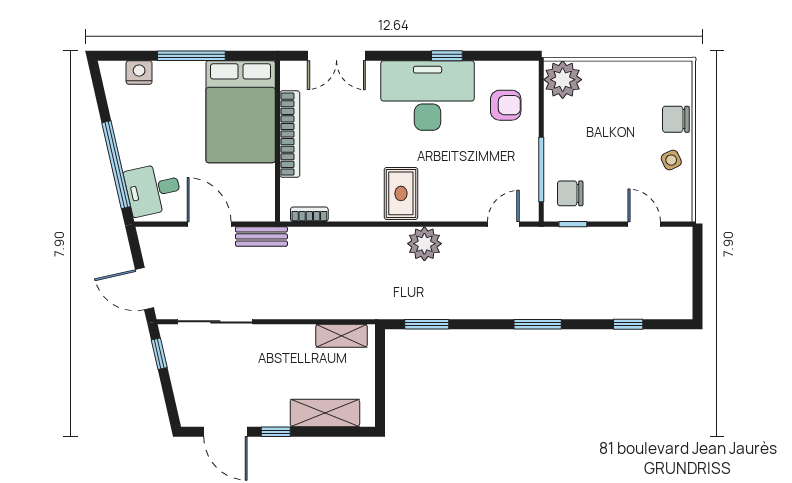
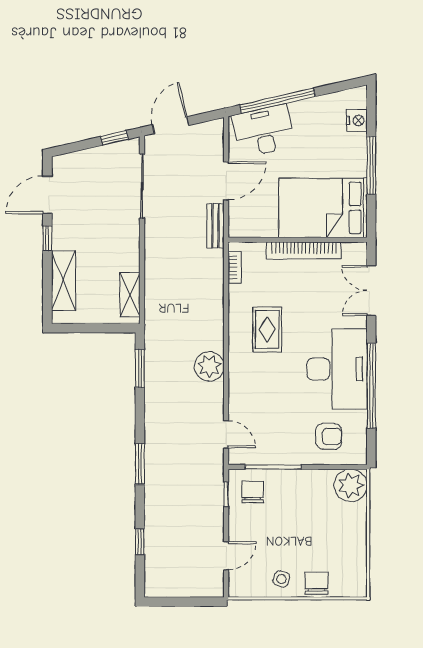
window: (447, 56) -> (371, 386), width x3.17
armchair: (506, 105) -> (329, 436), turned -90
side table: (671, 160) -> (281, 579), turned 45
desk: (153, 189) -> (264, 131), width x1.37
rug: (401, 193) -> (267, 329), moved, turned 90

